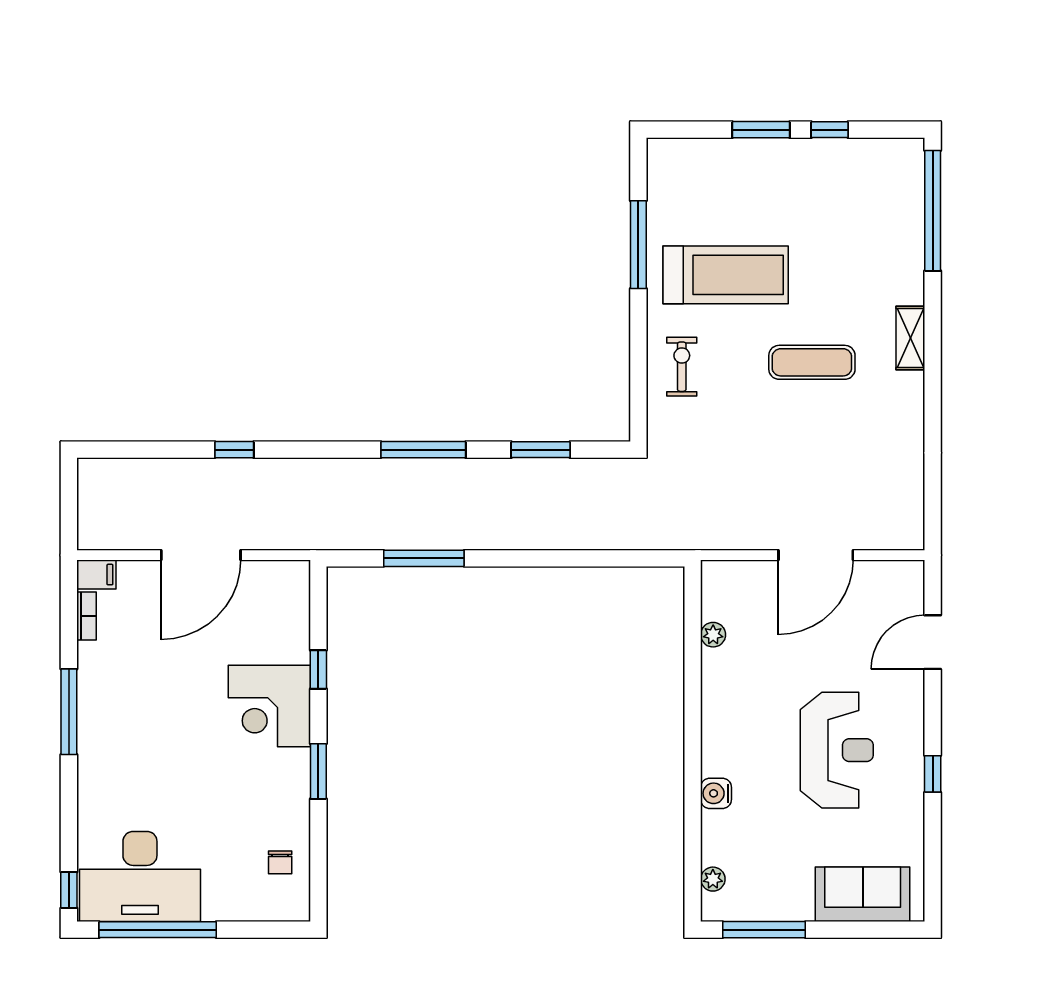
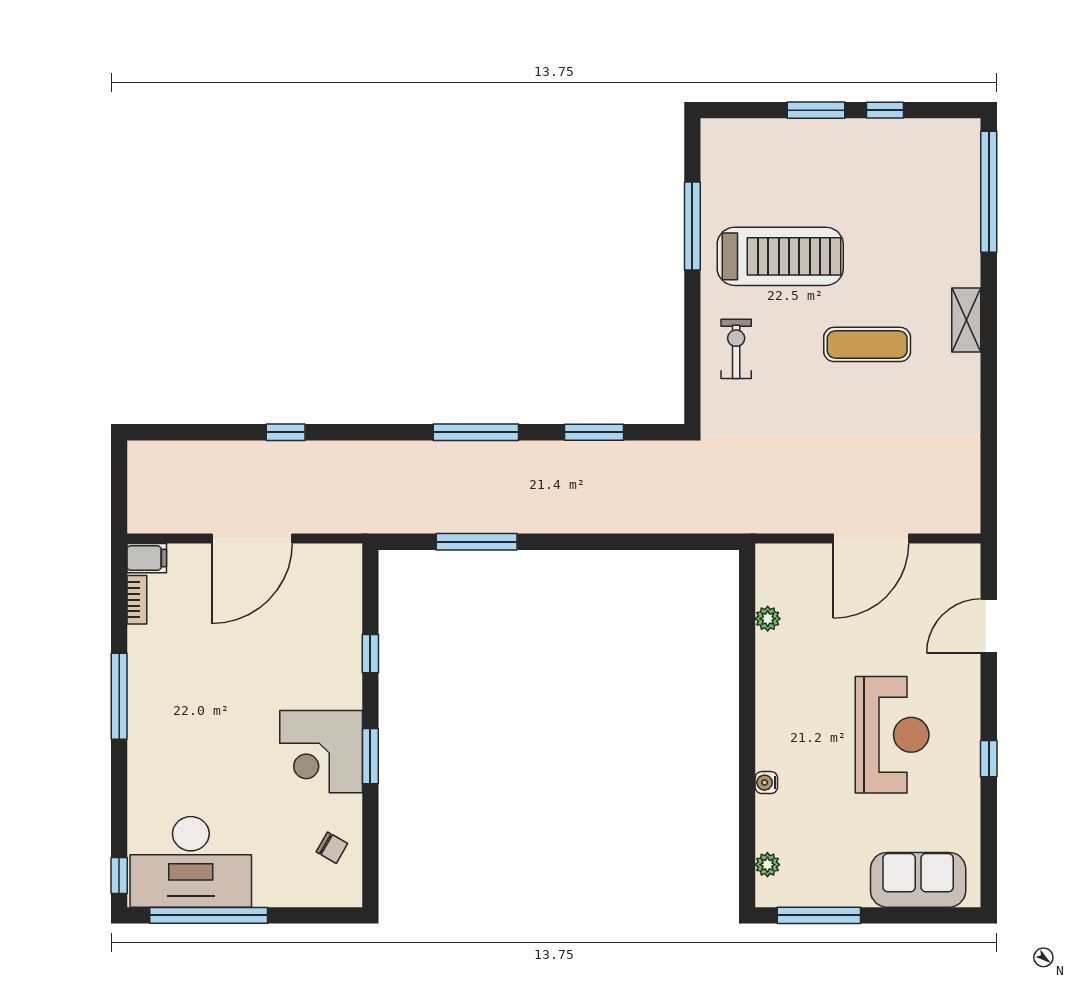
corner desk: (269, 706) -> (321, 752), moved
water cooler: (716, 793) -> (766, 783), width x0.72, depth x0.72
chair: (280, 862) -> (332, 848), turned -60

